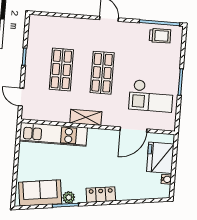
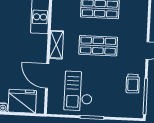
trolley: (160, 36) -> (133, 84), moved
shelving: (86, 117) -> (56, 45), moved

